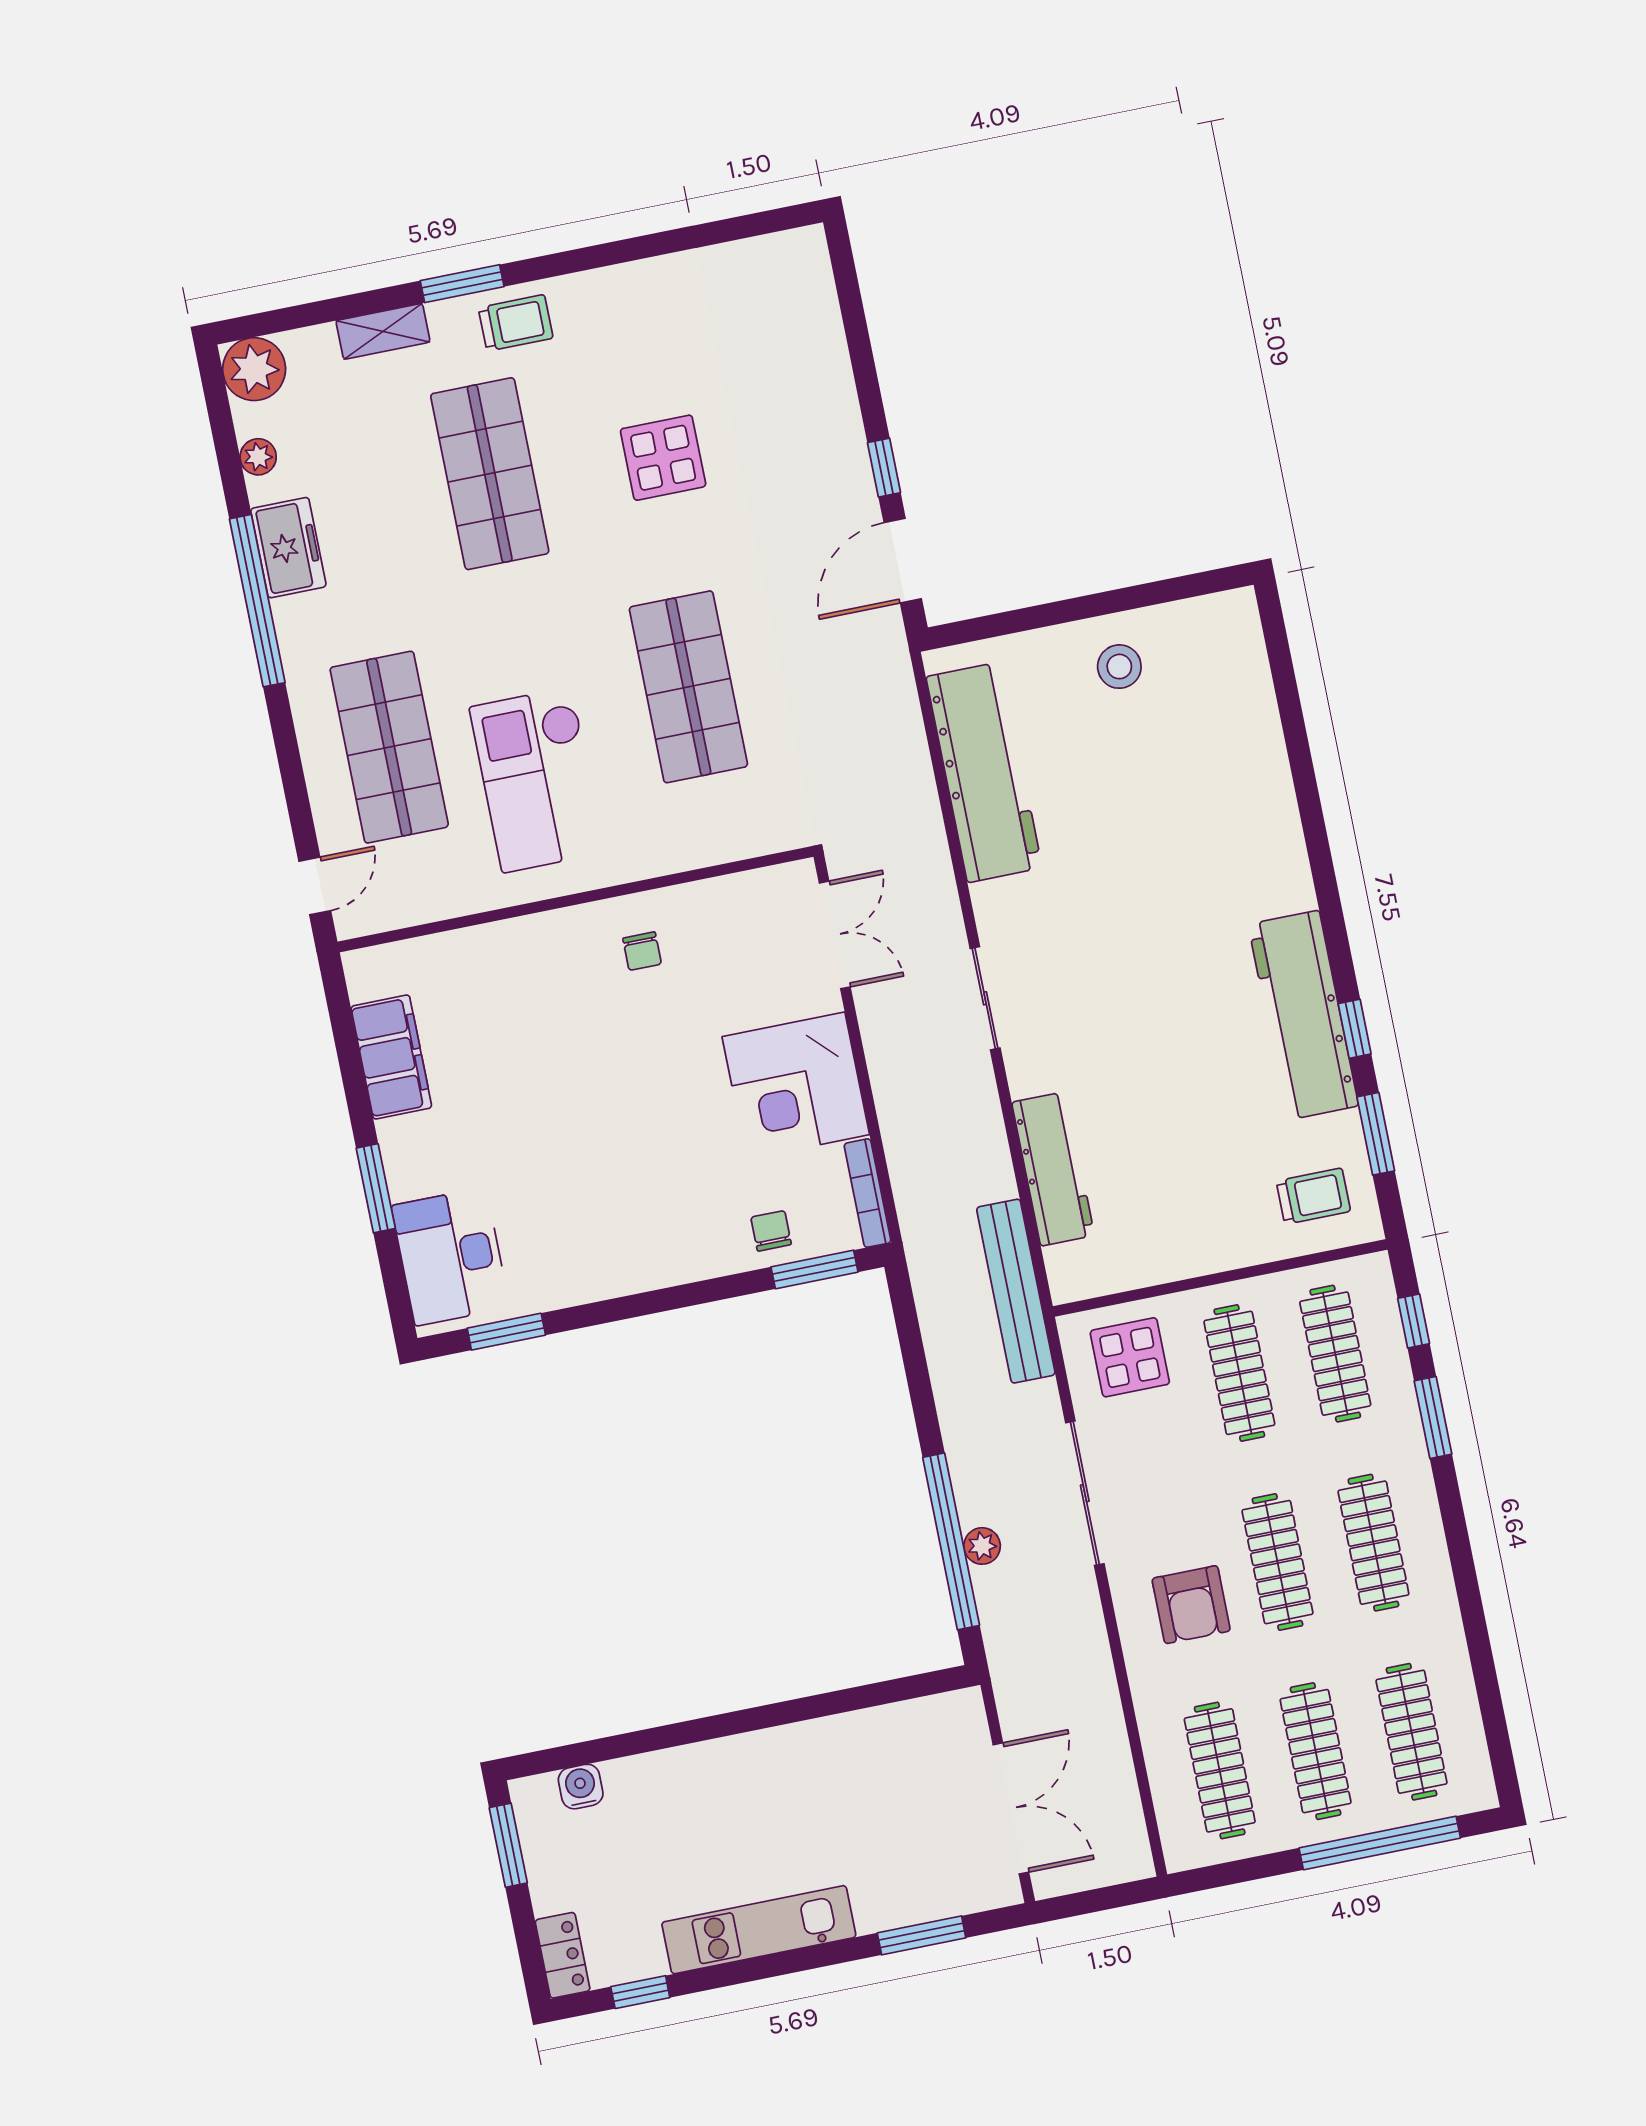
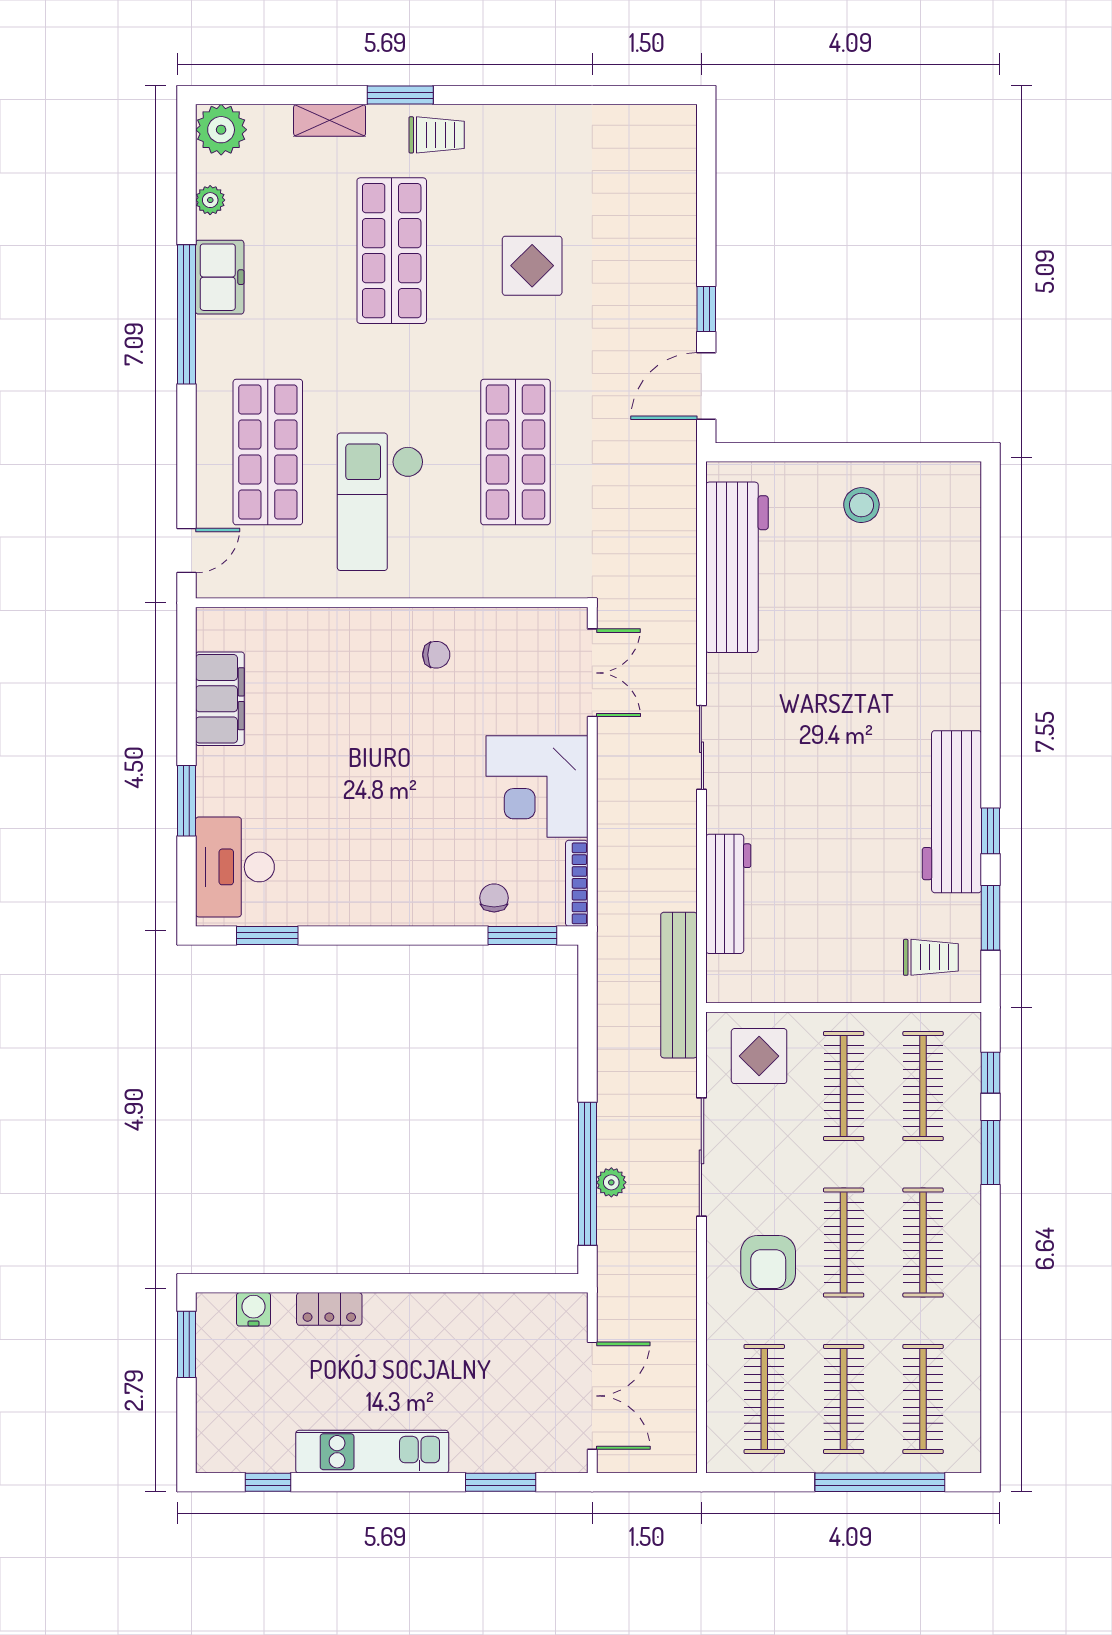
chair: (642, 951) -> (436, 655), turned -90
locker: (563, 1955) -> (329, 1309), moved, turned 90

